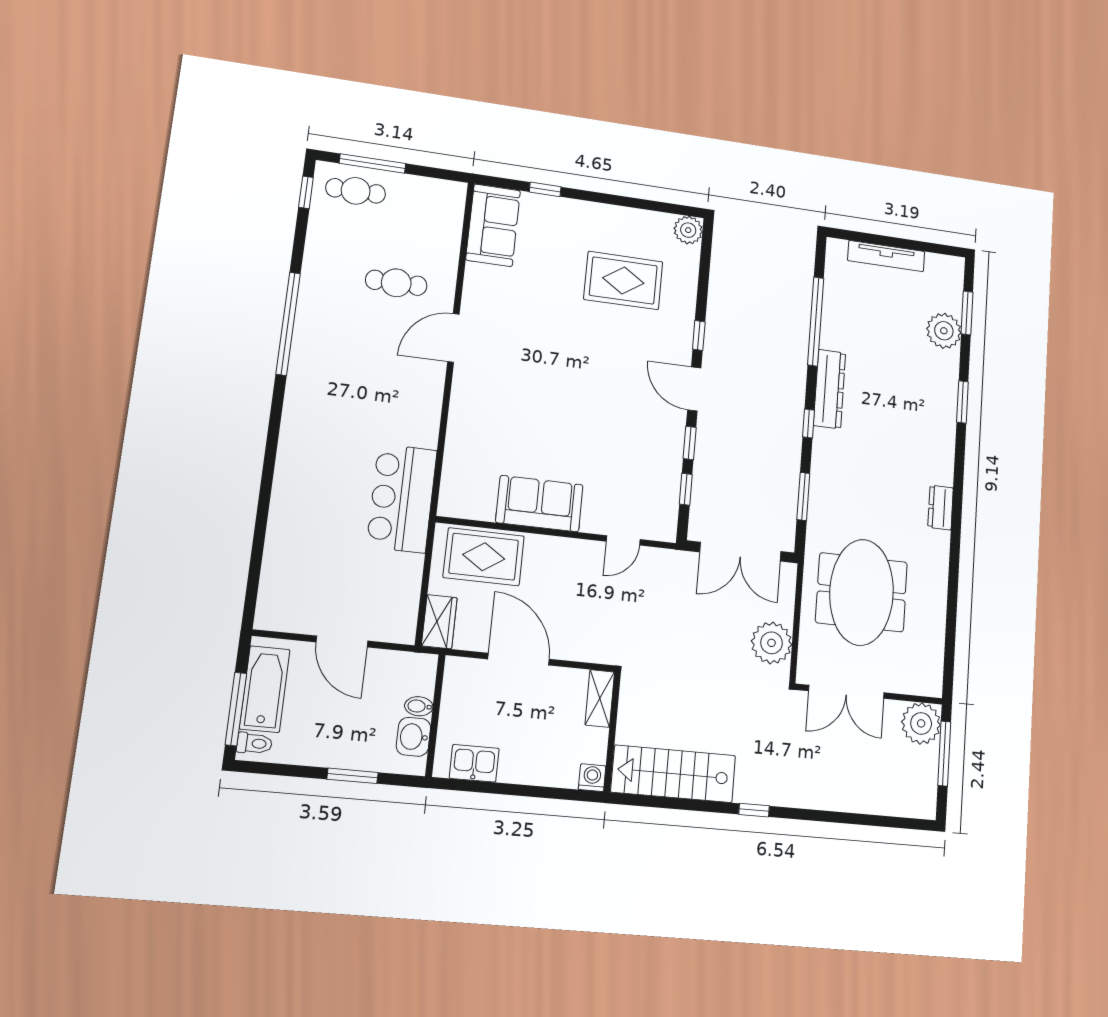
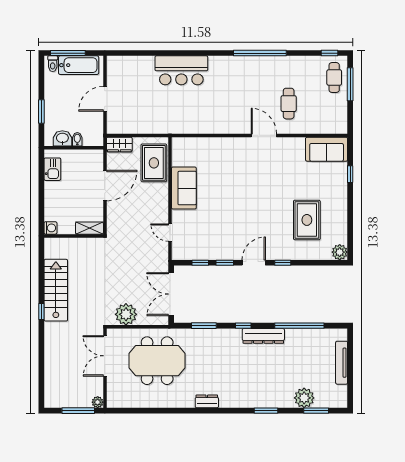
bar counter: (402, 498) -> (181, 70), moved, turned 180
plant: (921, 723) -> (98, 402), width x0.53, depth x0.53
stairs: (673, 774) -> (56, 290), moved

